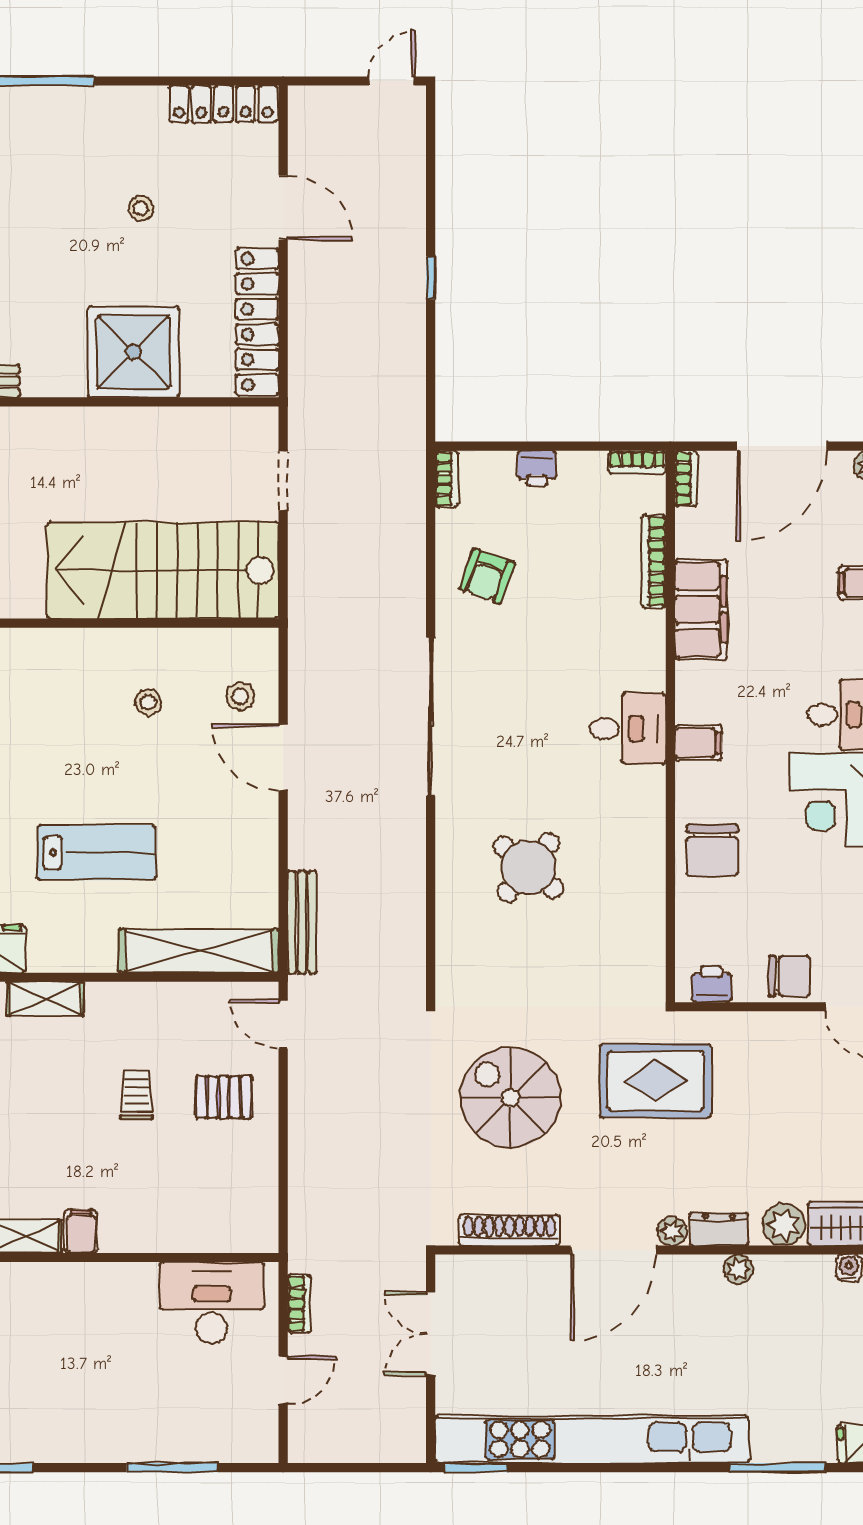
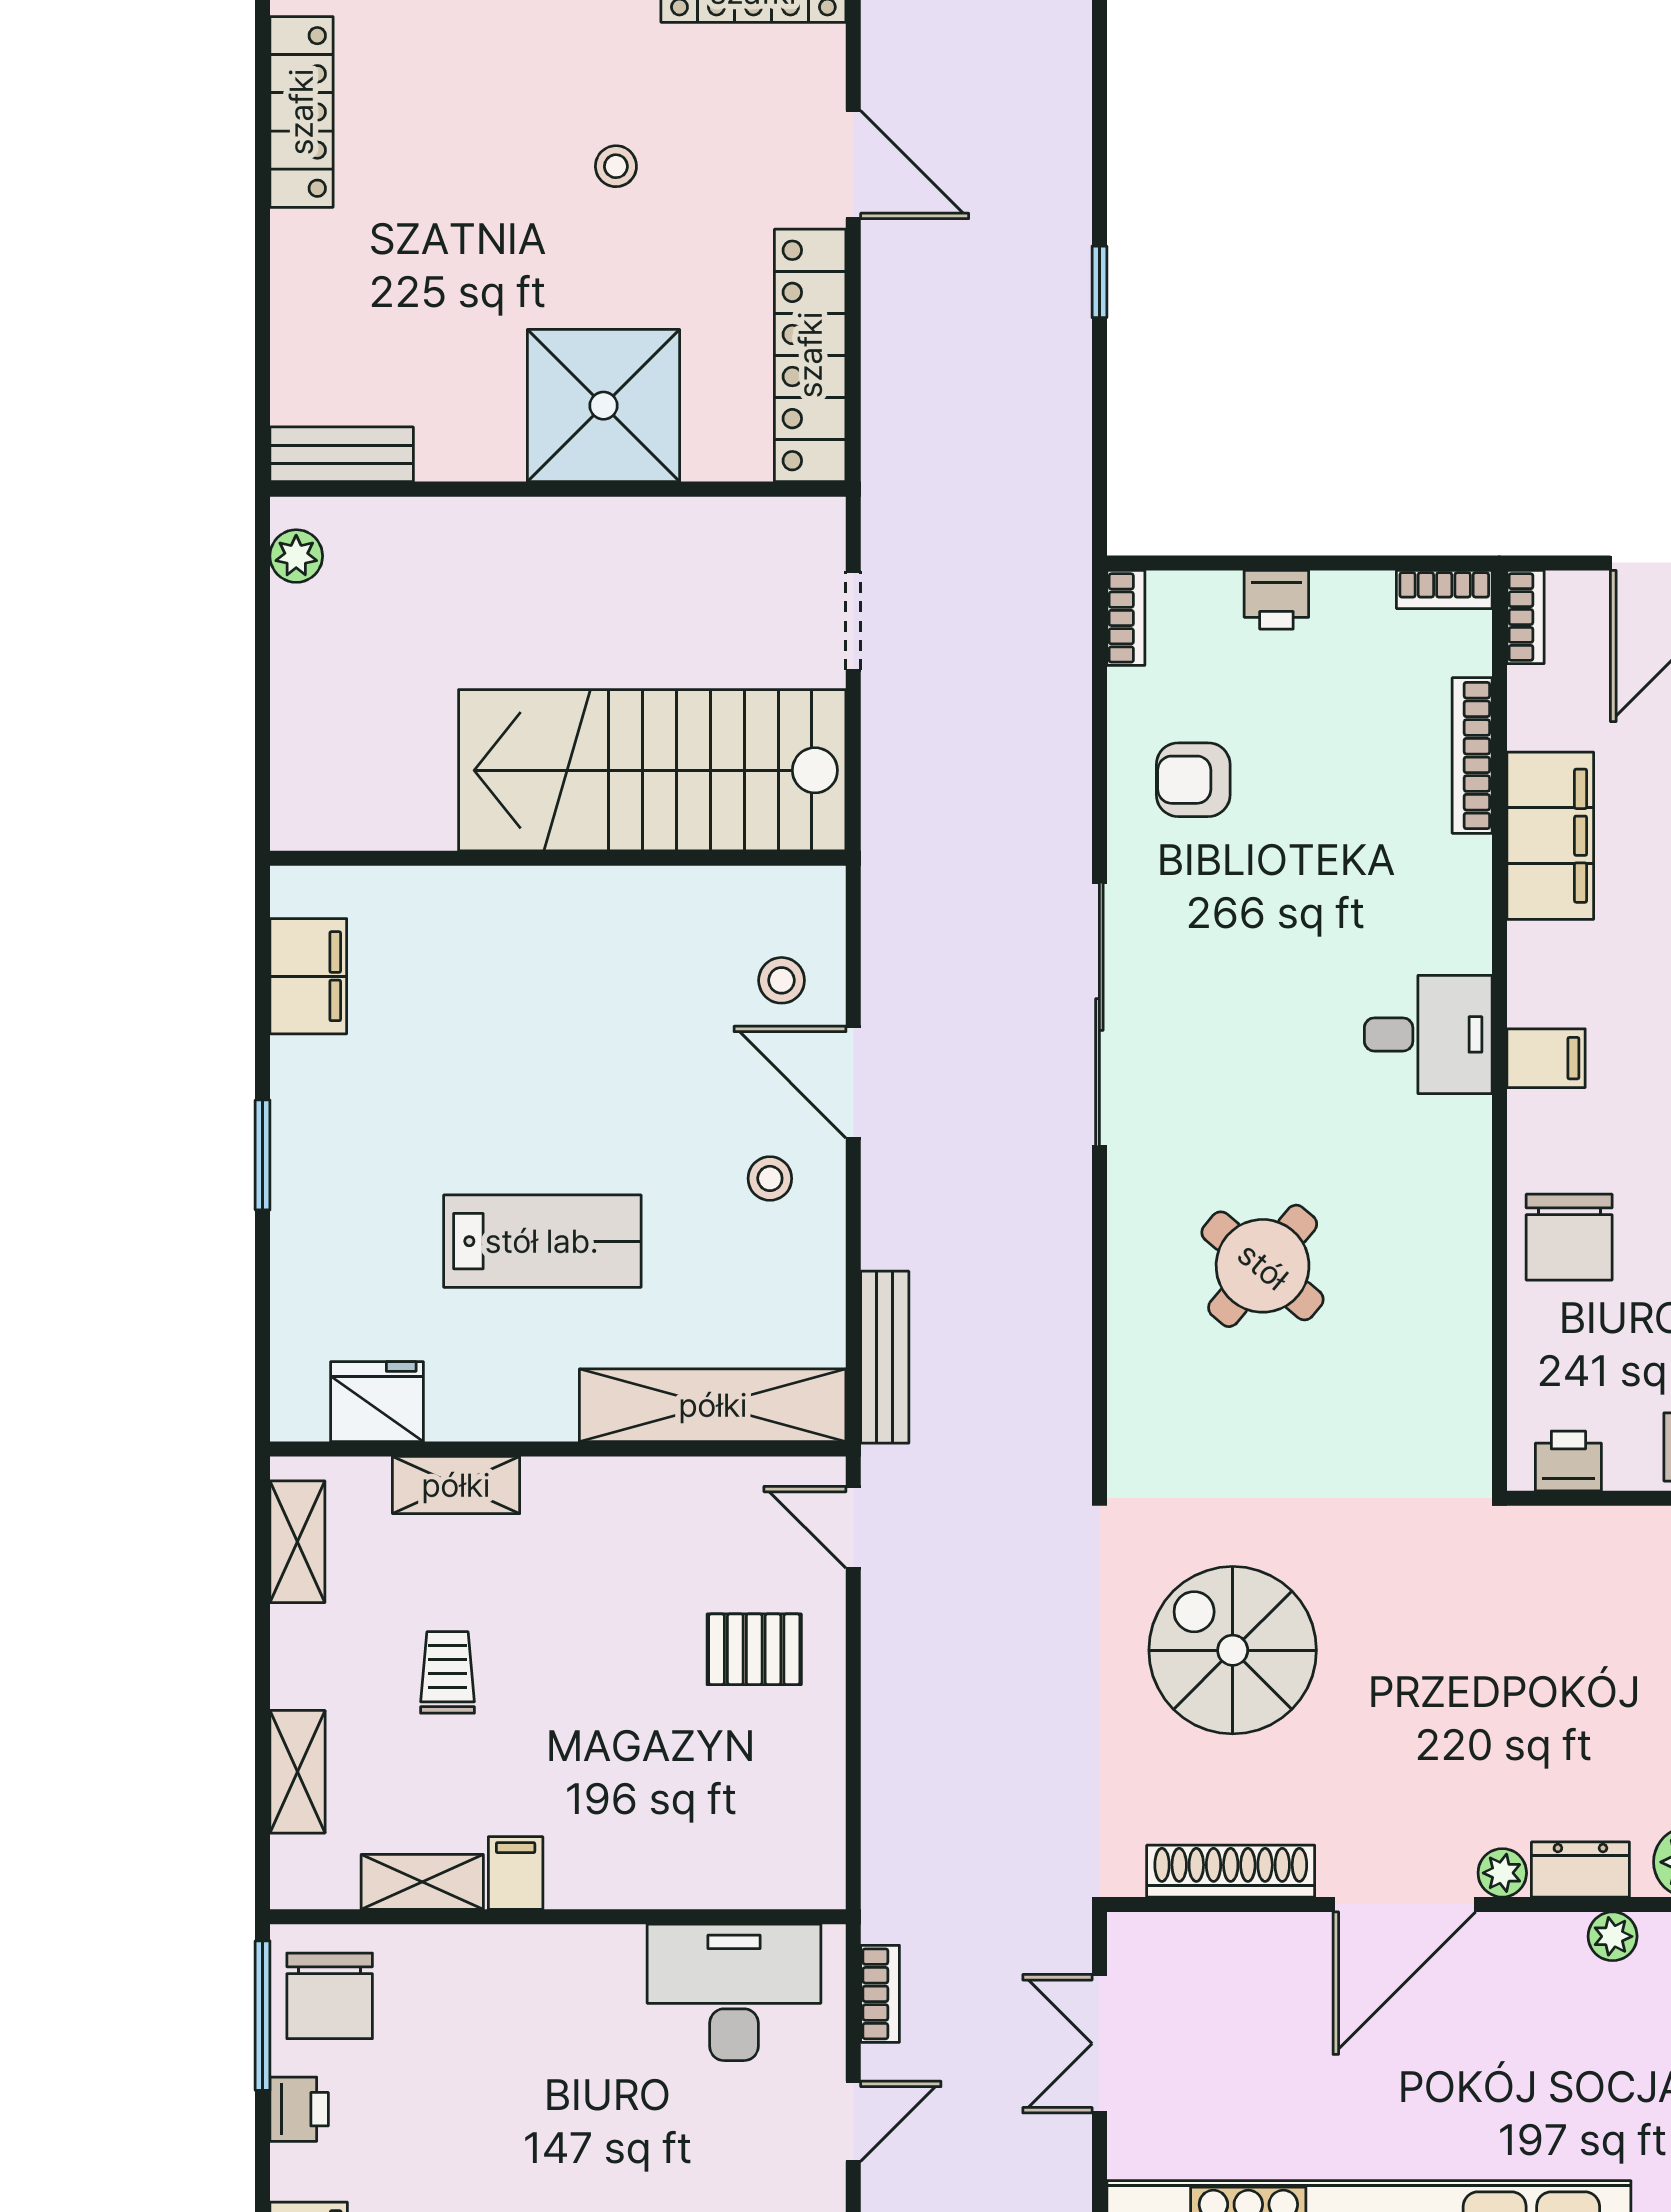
armchair: (487, 576) -> (1193, 780), turned 70
stool: (148, 702) -> (770, 1178), moved
rug: (656, 1081) -> (1475, 1622), removed
trolley: (136, 1095) -> (447, 1672), moved

